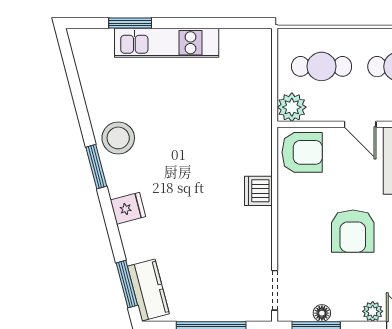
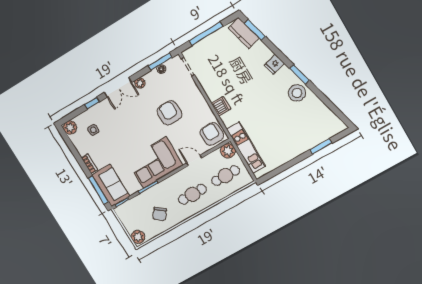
kitchen unit: (167, 43) -> (246, 148), moved, turned 90
armchair: (302, 152) -> (212, 134), turned 90

